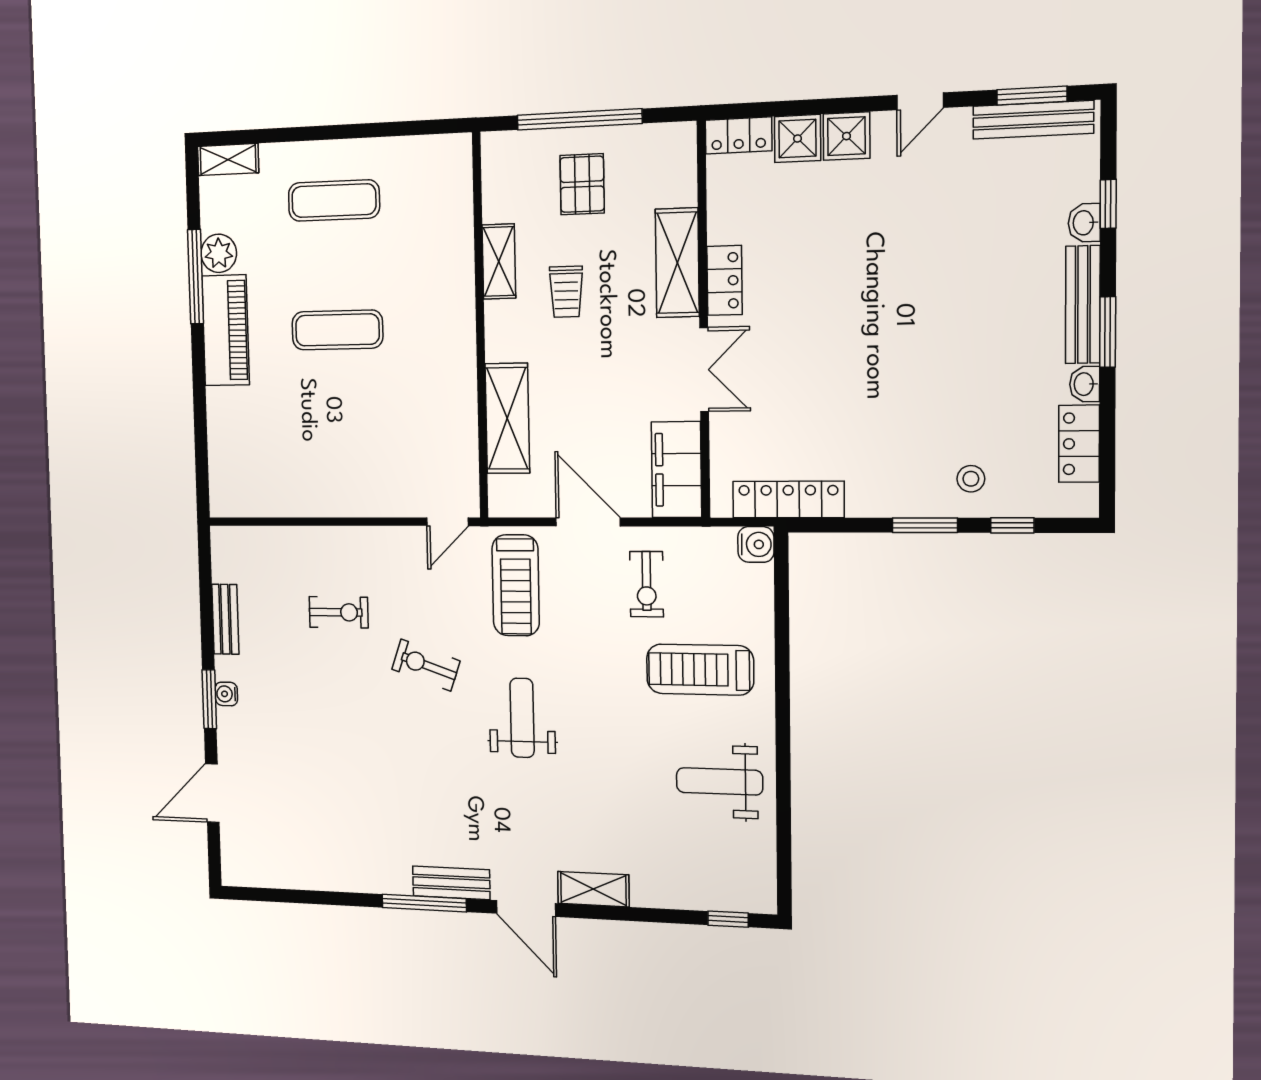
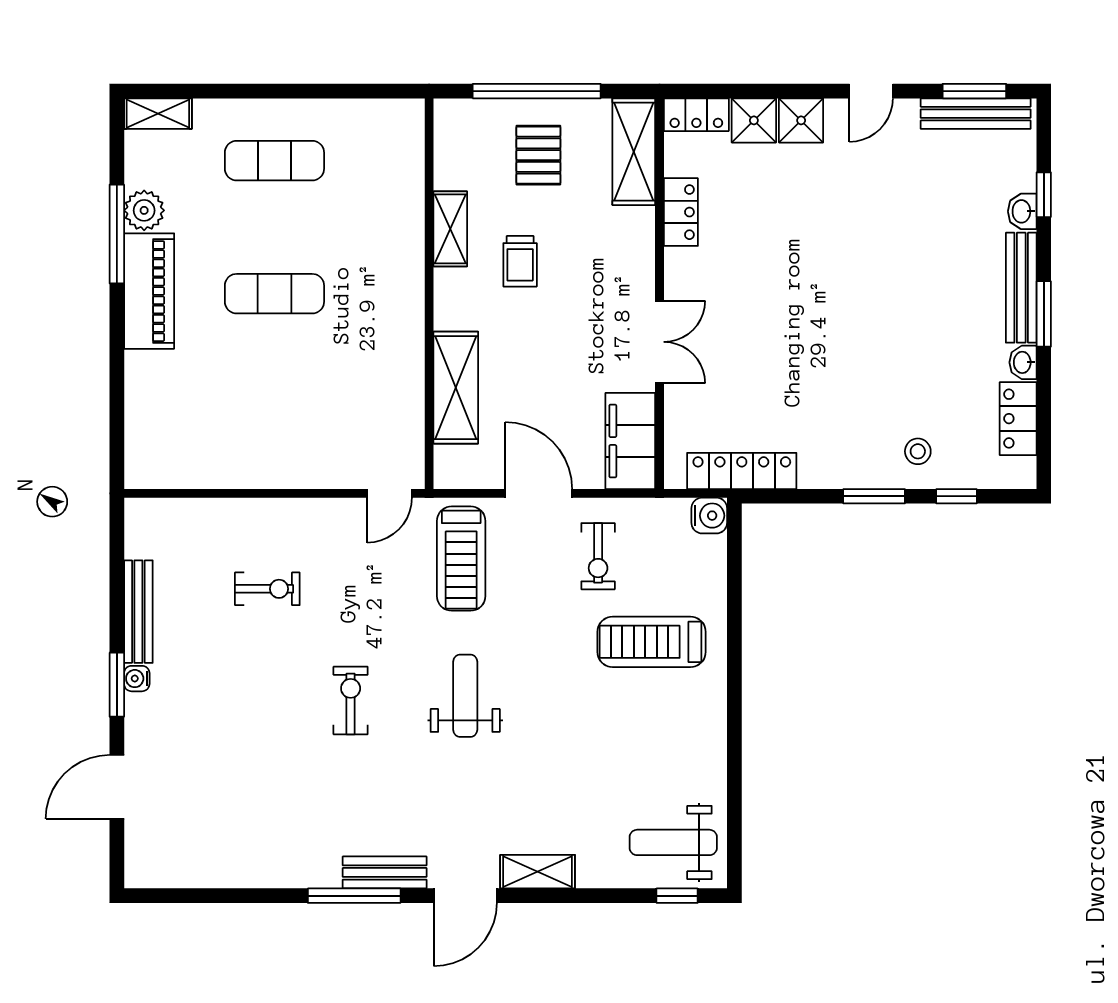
shelving: (677, 263) -> (634, 152), moved
locker: (725, 280) -> (681, 212), moved
bench: (225, 619) -> (138, 612), width x1.36
exercise bike: (426, 665) -> (351, 701), moved, turned 71
weight bench: (719, 781) -> (673, 842), moved
door: (526, 908) -> (465, 896), hinge flipped

